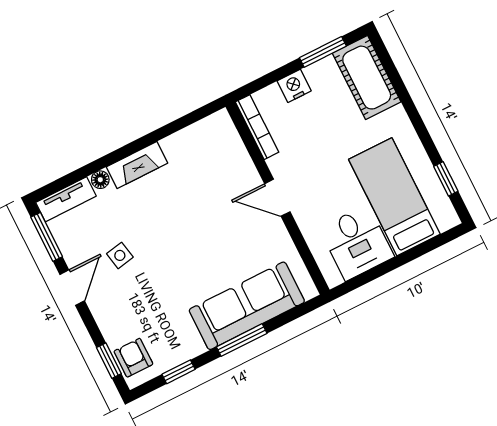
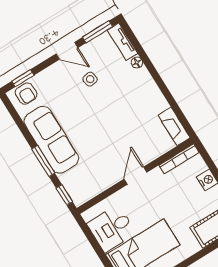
fireplace: (137, 165) -> (174, 126), moved
sofa: (247, 306) -> (51, 140), moved
armchair: (133, 358) -> (26, 94), turned 90
window: (179, 372) -> (64, 195), moved

